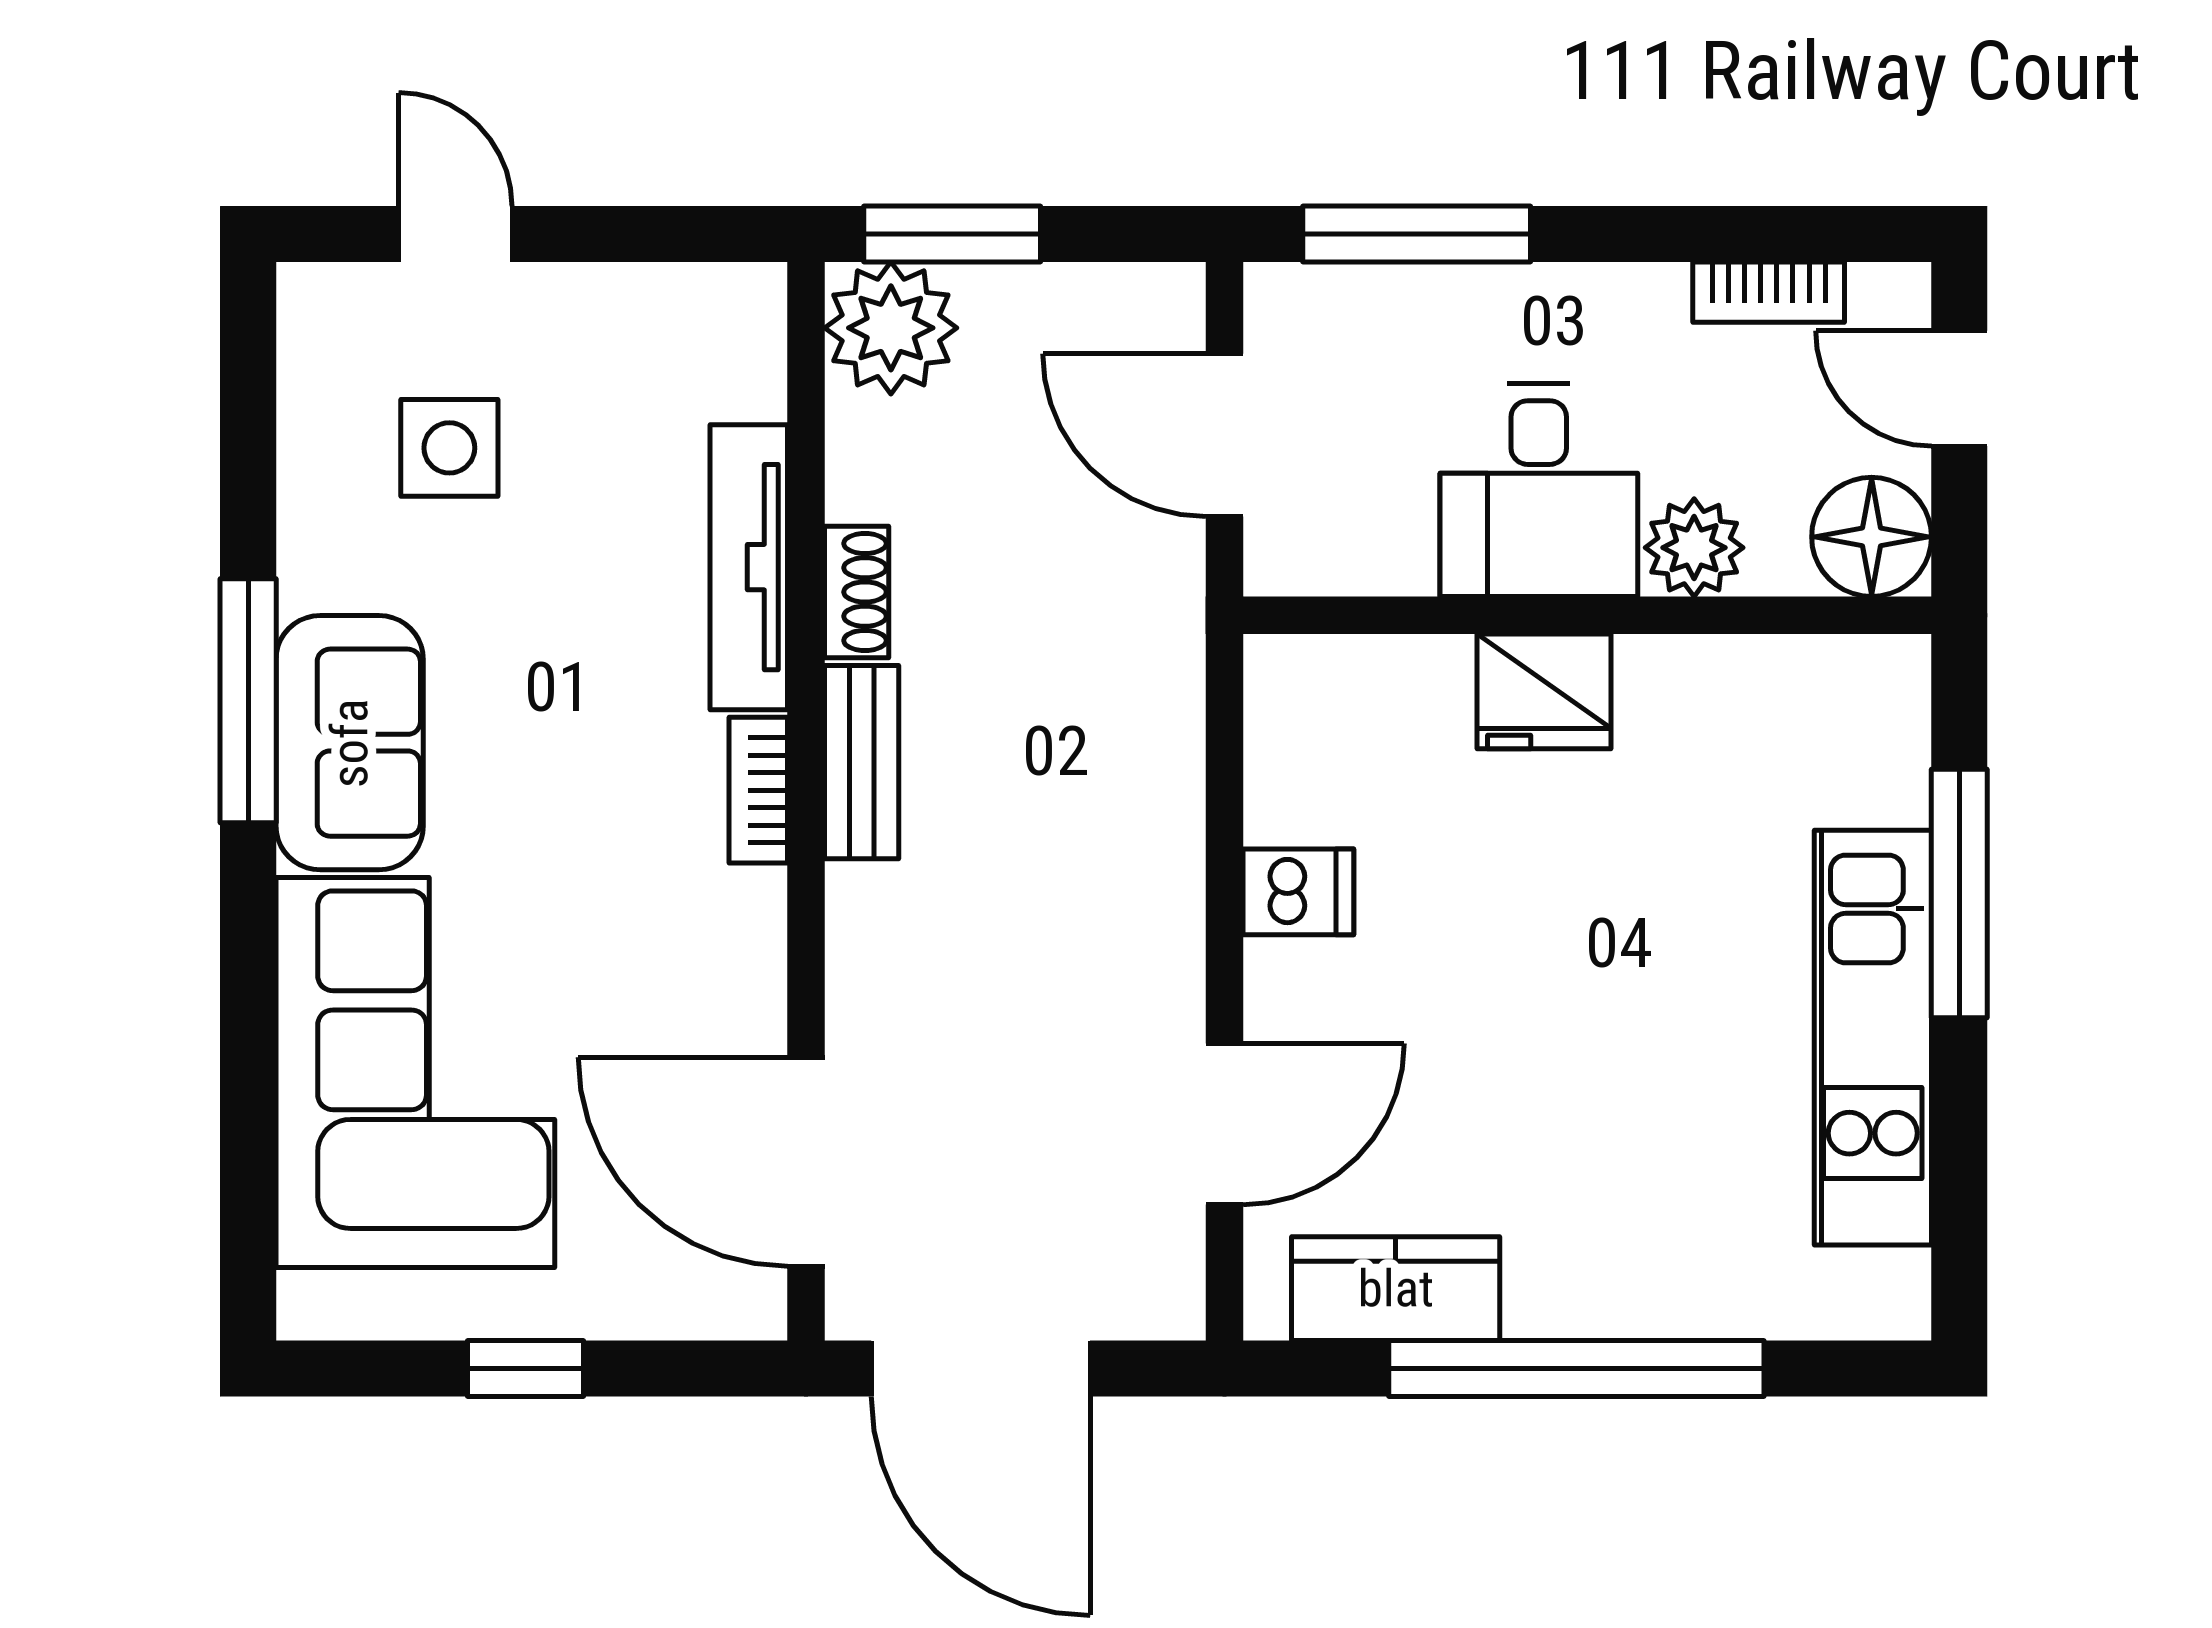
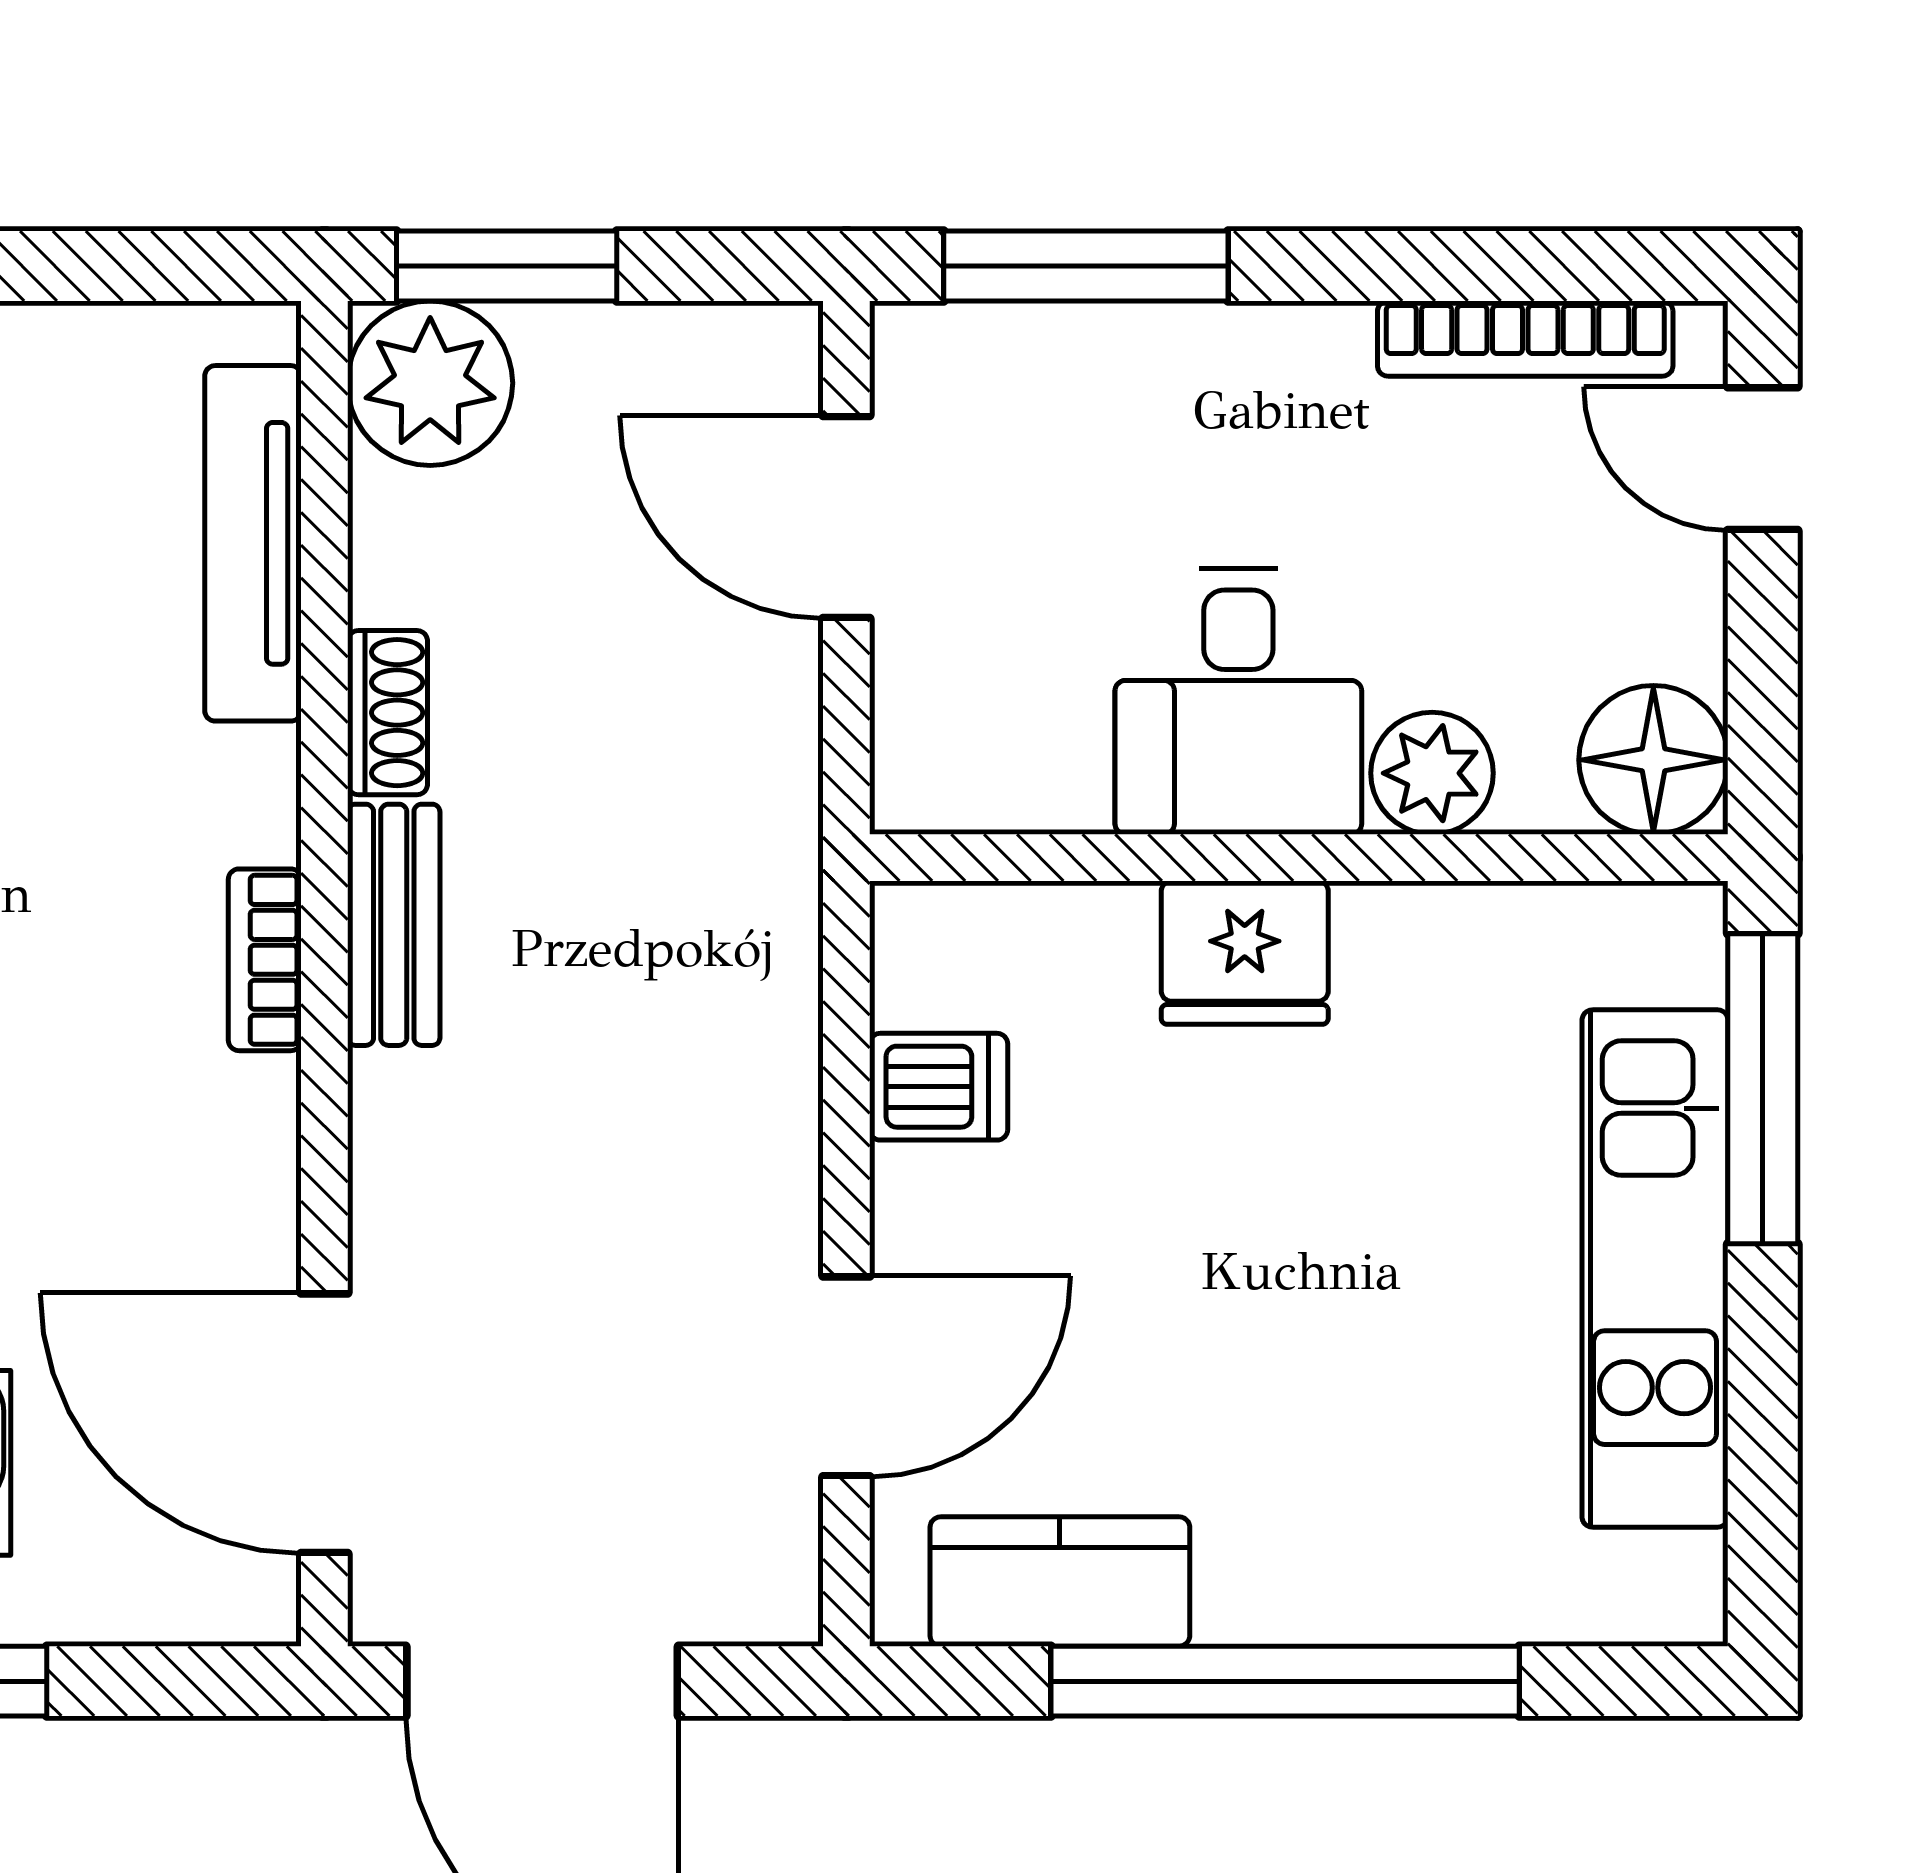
bookcase: (1769, 292) -> (1525, 339), width x1.56
desk: (1539, 490) -> (1238, 702), moved
floor lamp: (1872, 537) -> (1653, 760), moved
plant: (1694, 548) -> (1432, 773), moved
tv unit: (749, 567) -> (253, 543), moved
wall: (1587, 615) -> (1299, 858), moved
fridge: (1544, 691) -> (1245, 953), moved

